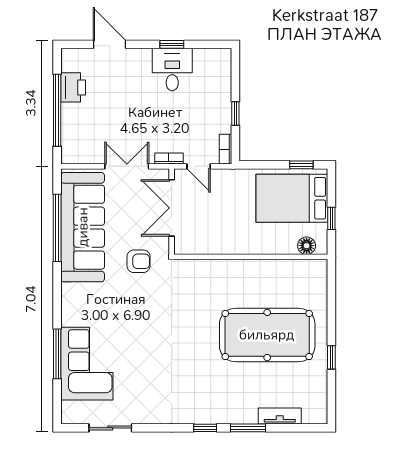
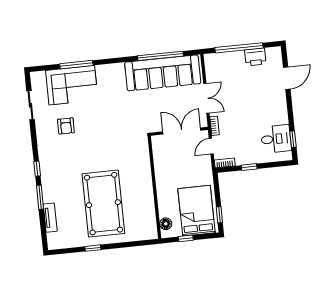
window: (172, 44) -> (293, 139), moved
desk: (172, 69) -> (276, 139), moved
armchair: (138, 261) -> (66, 126), moved

